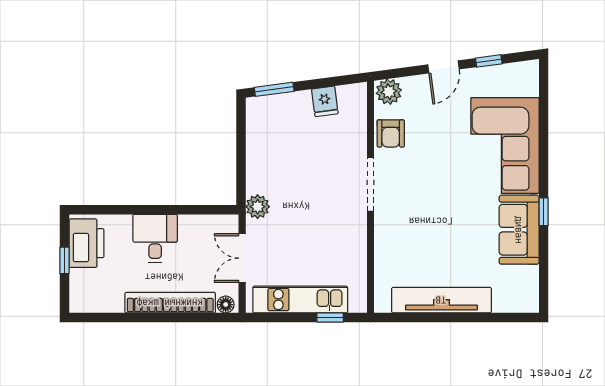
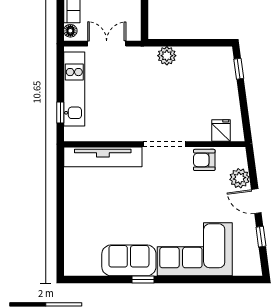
window: (274, 89) -> (239, 69), width x0.67
plant: (389, 92) -> (240, 178), moved
fridge: (325, 101) -> (221, 131), moved, turned 98
plant: (258, 207) -> (167, 56), moved
tv unit: (441, 300) -> (103, 157), moved, turned 90

